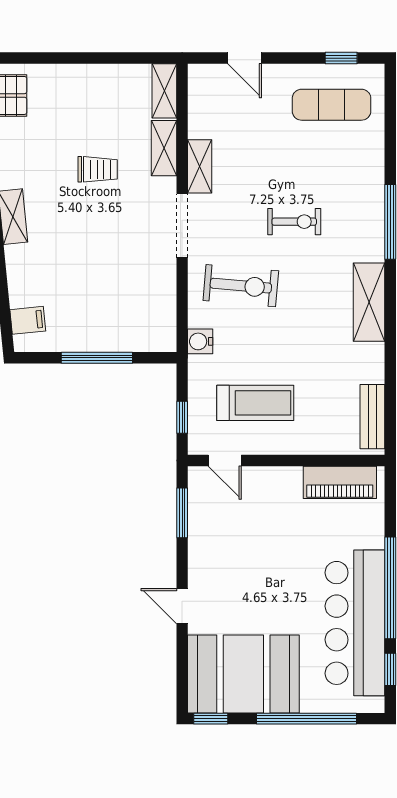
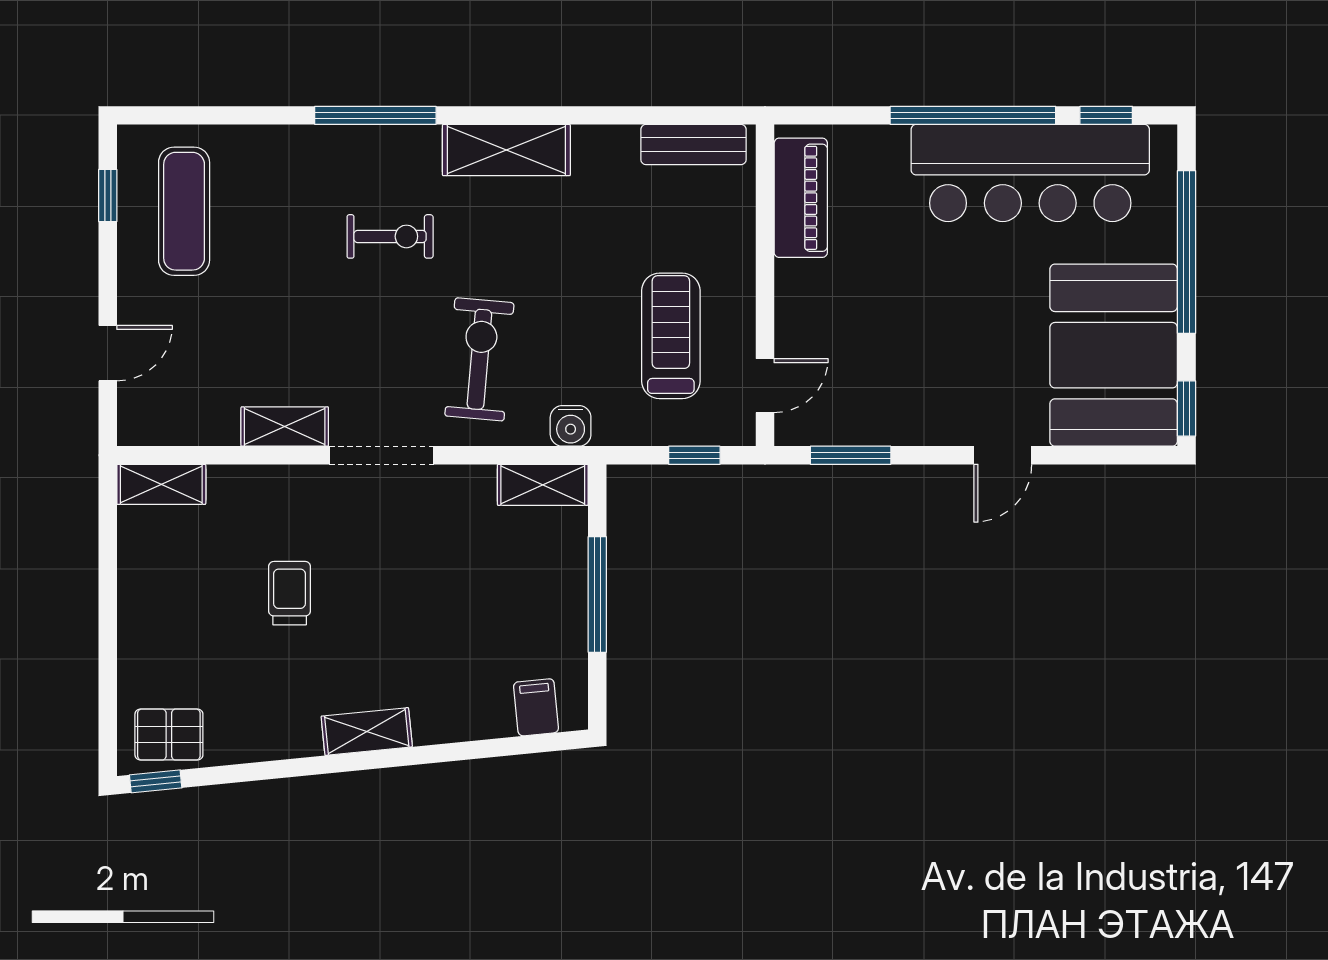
shelving: (164, 148) -> (543, 485), moved
exercise bike: (294, 222) -> (390, 236), moved, turned 90

